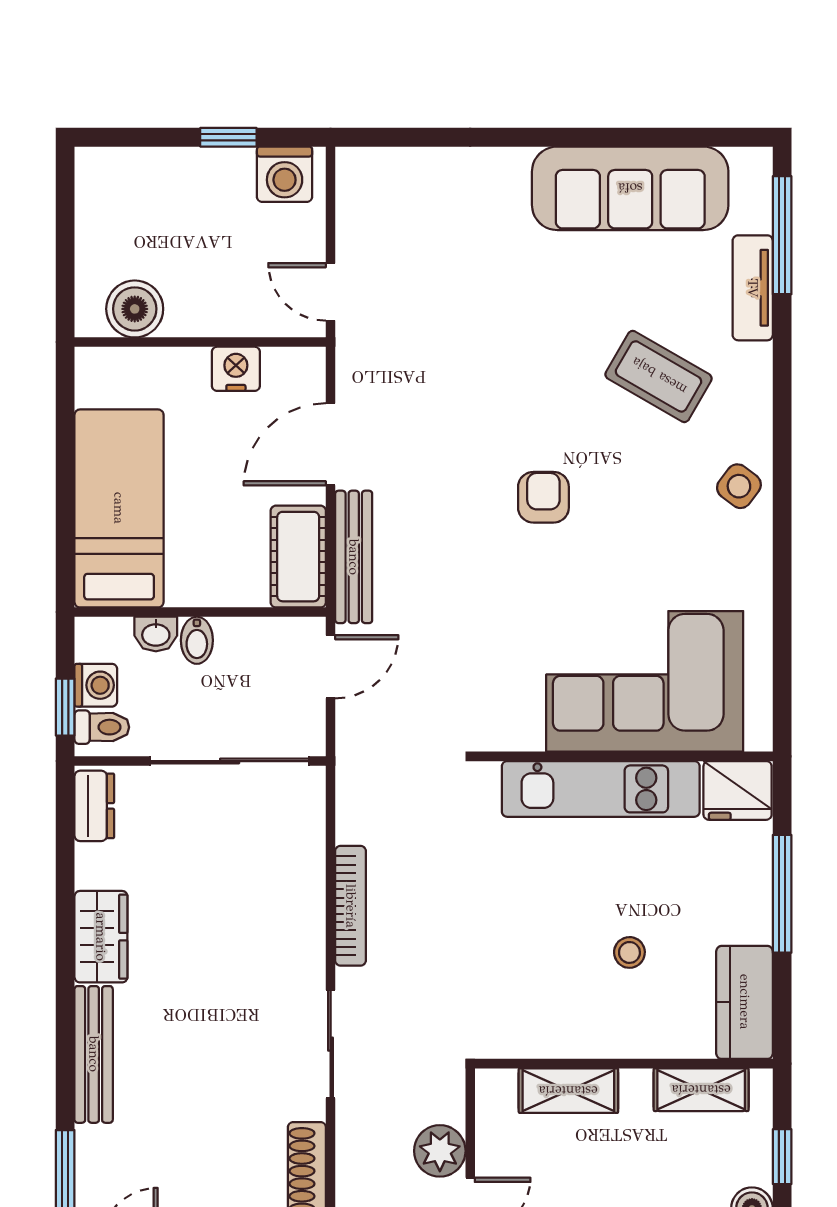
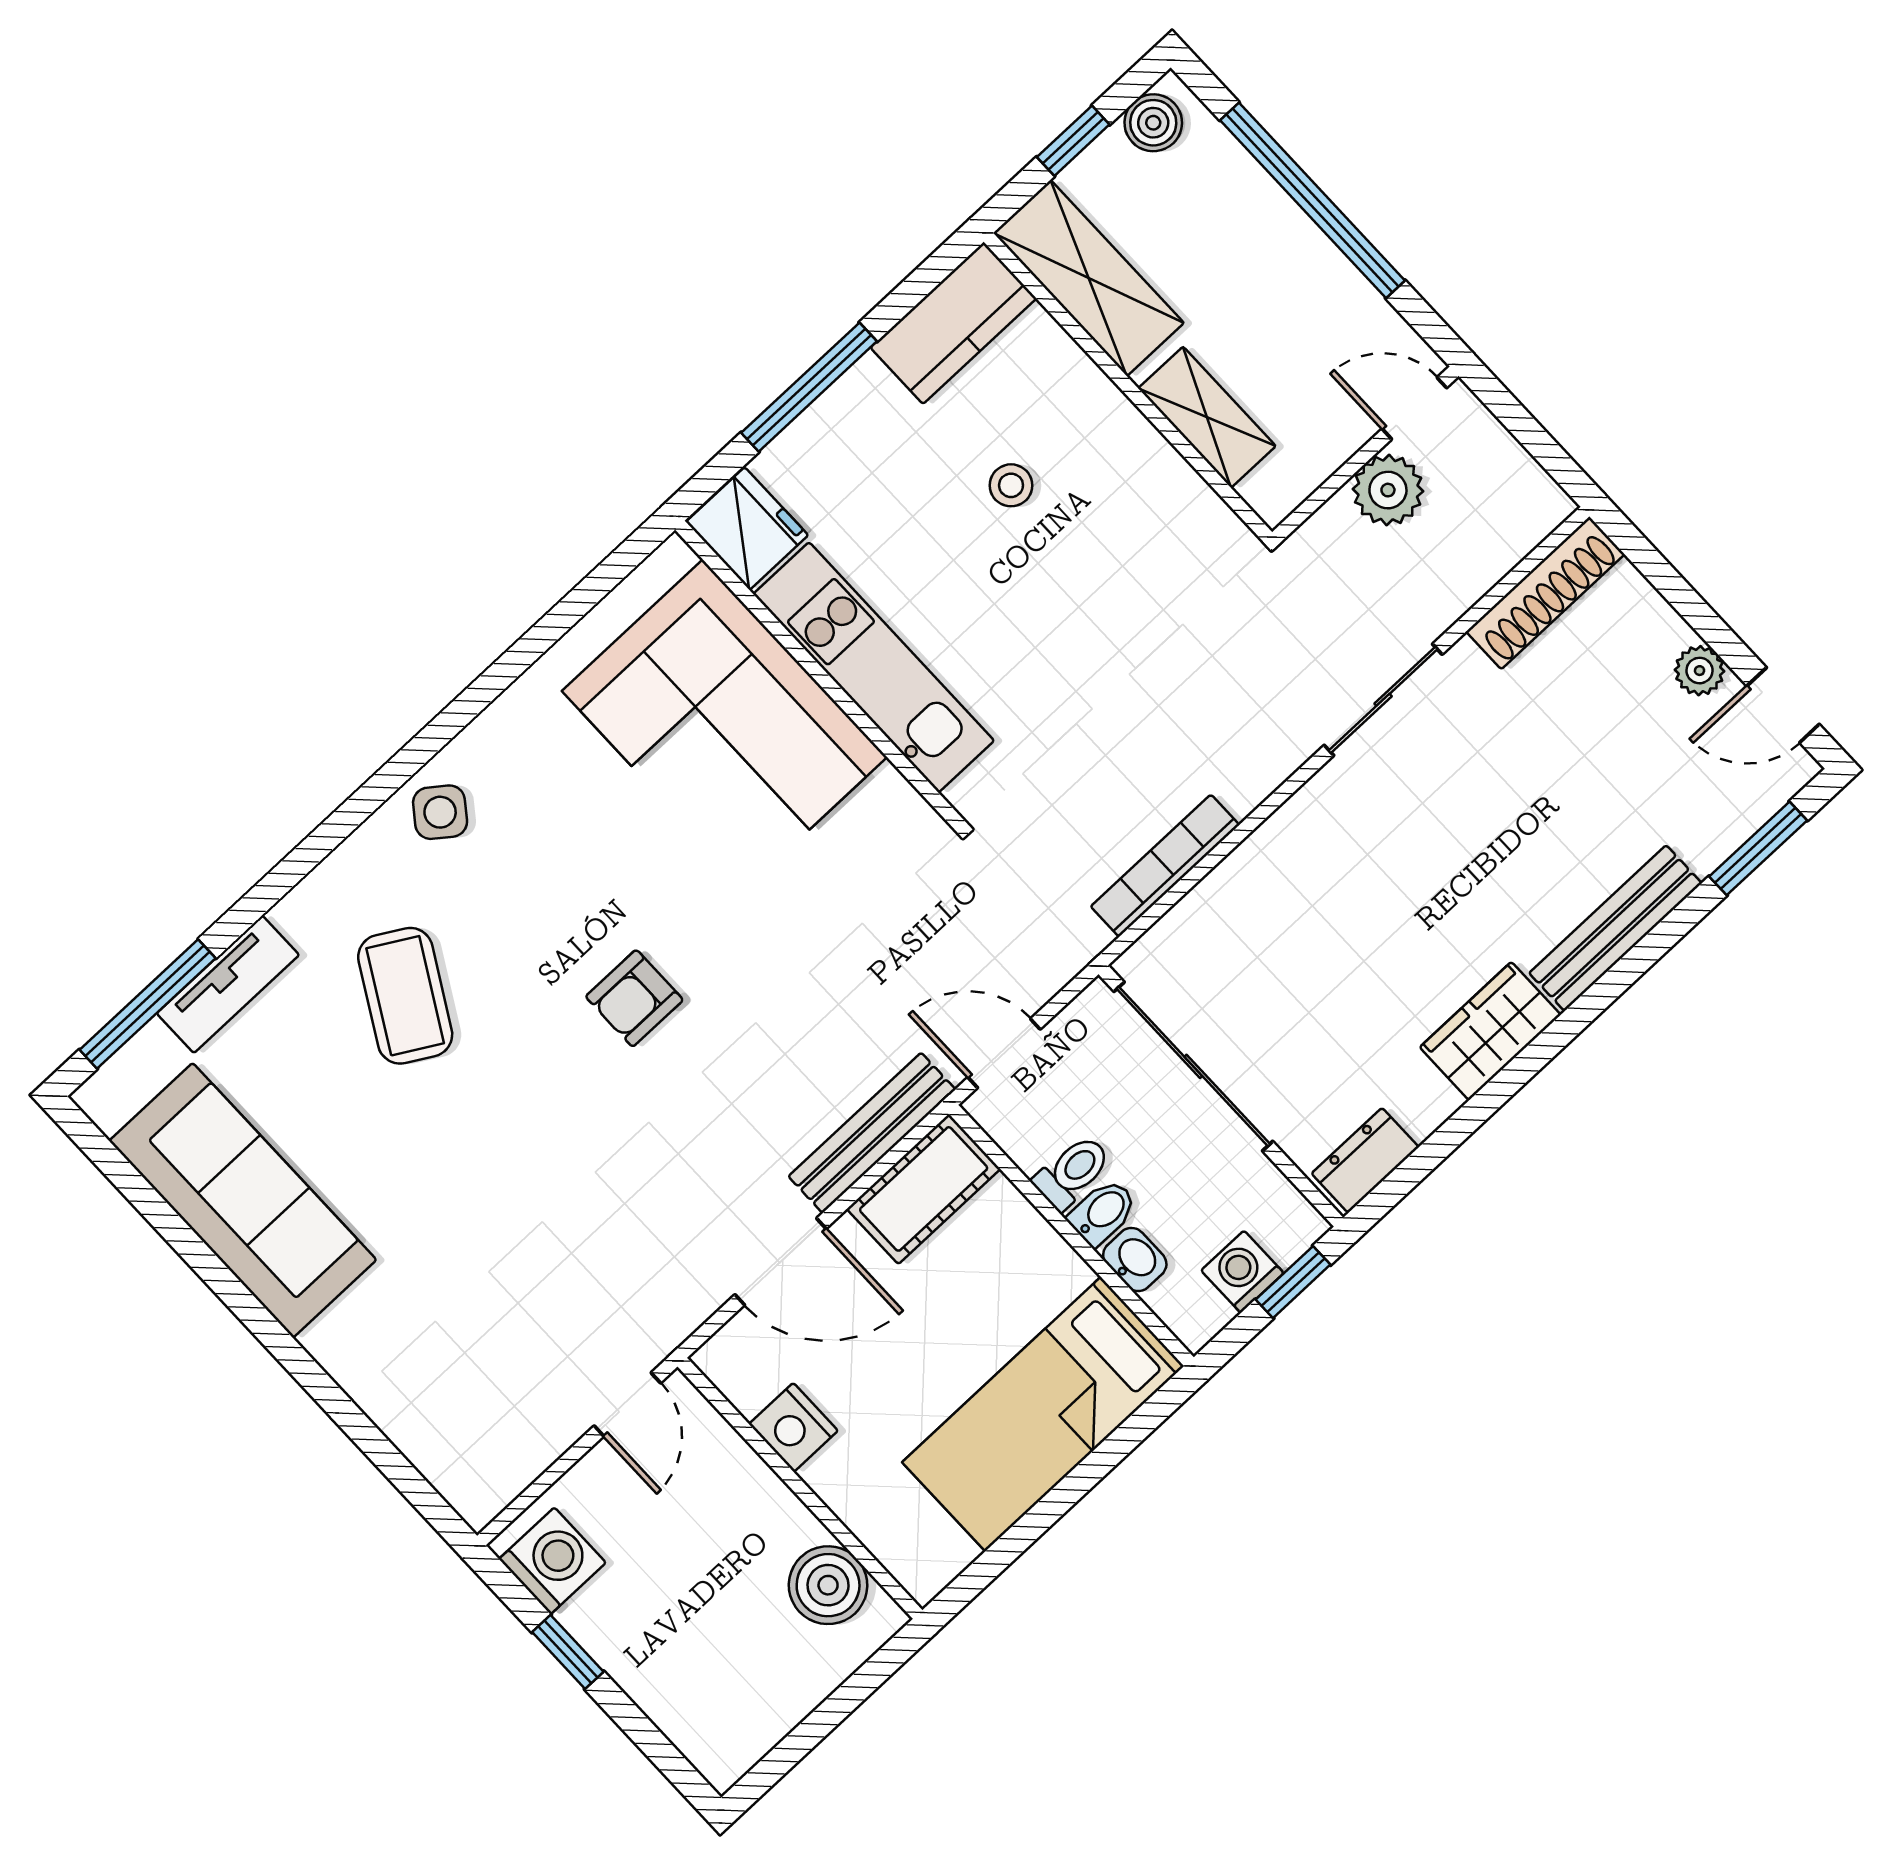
toilet: (102, 727) -> (1072, 1172), moved, turned 90
bookcase: (351, 906) -> (1165, 866), moved
shelving: (701, 1090) -> (1089, 278), width x1.50, depth x1.33

